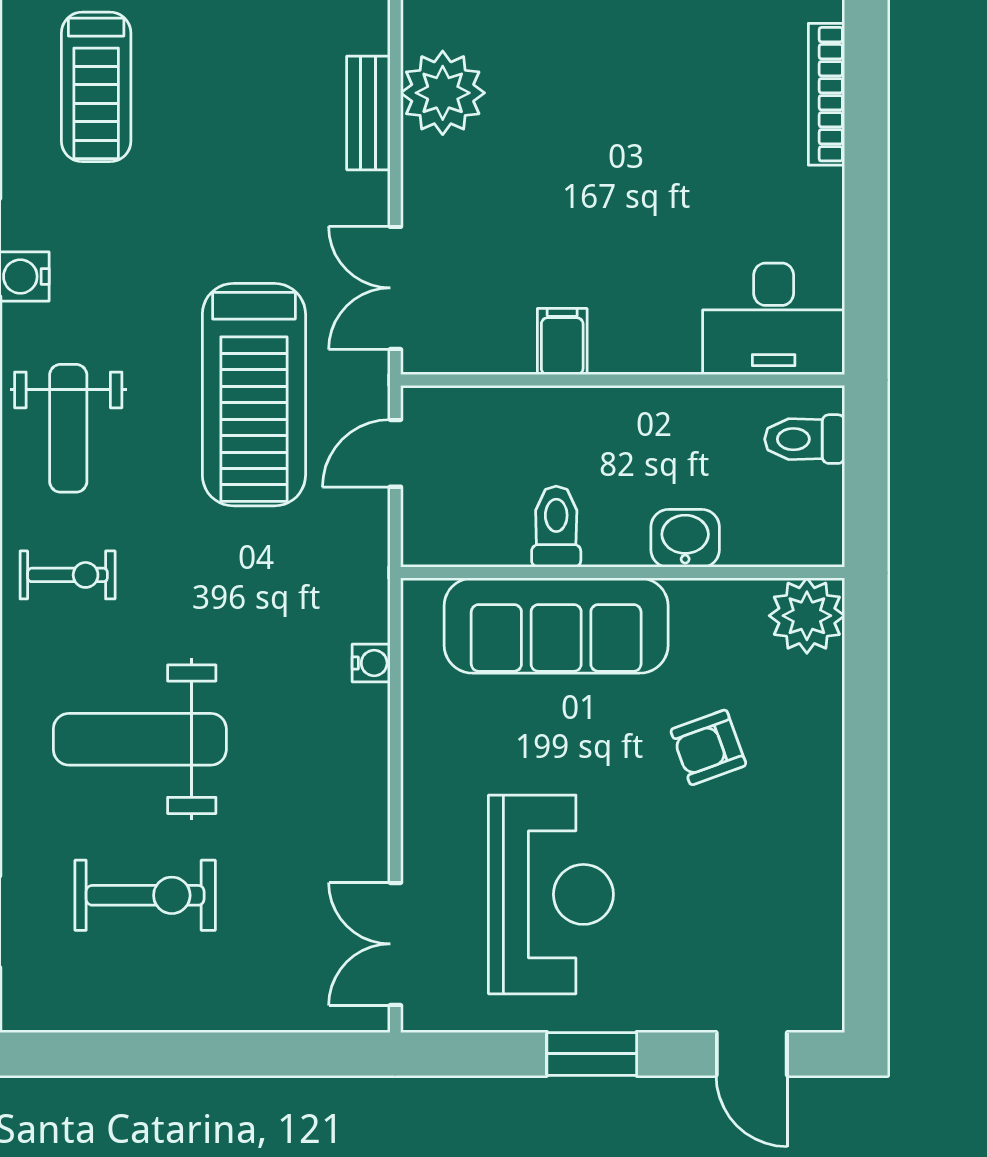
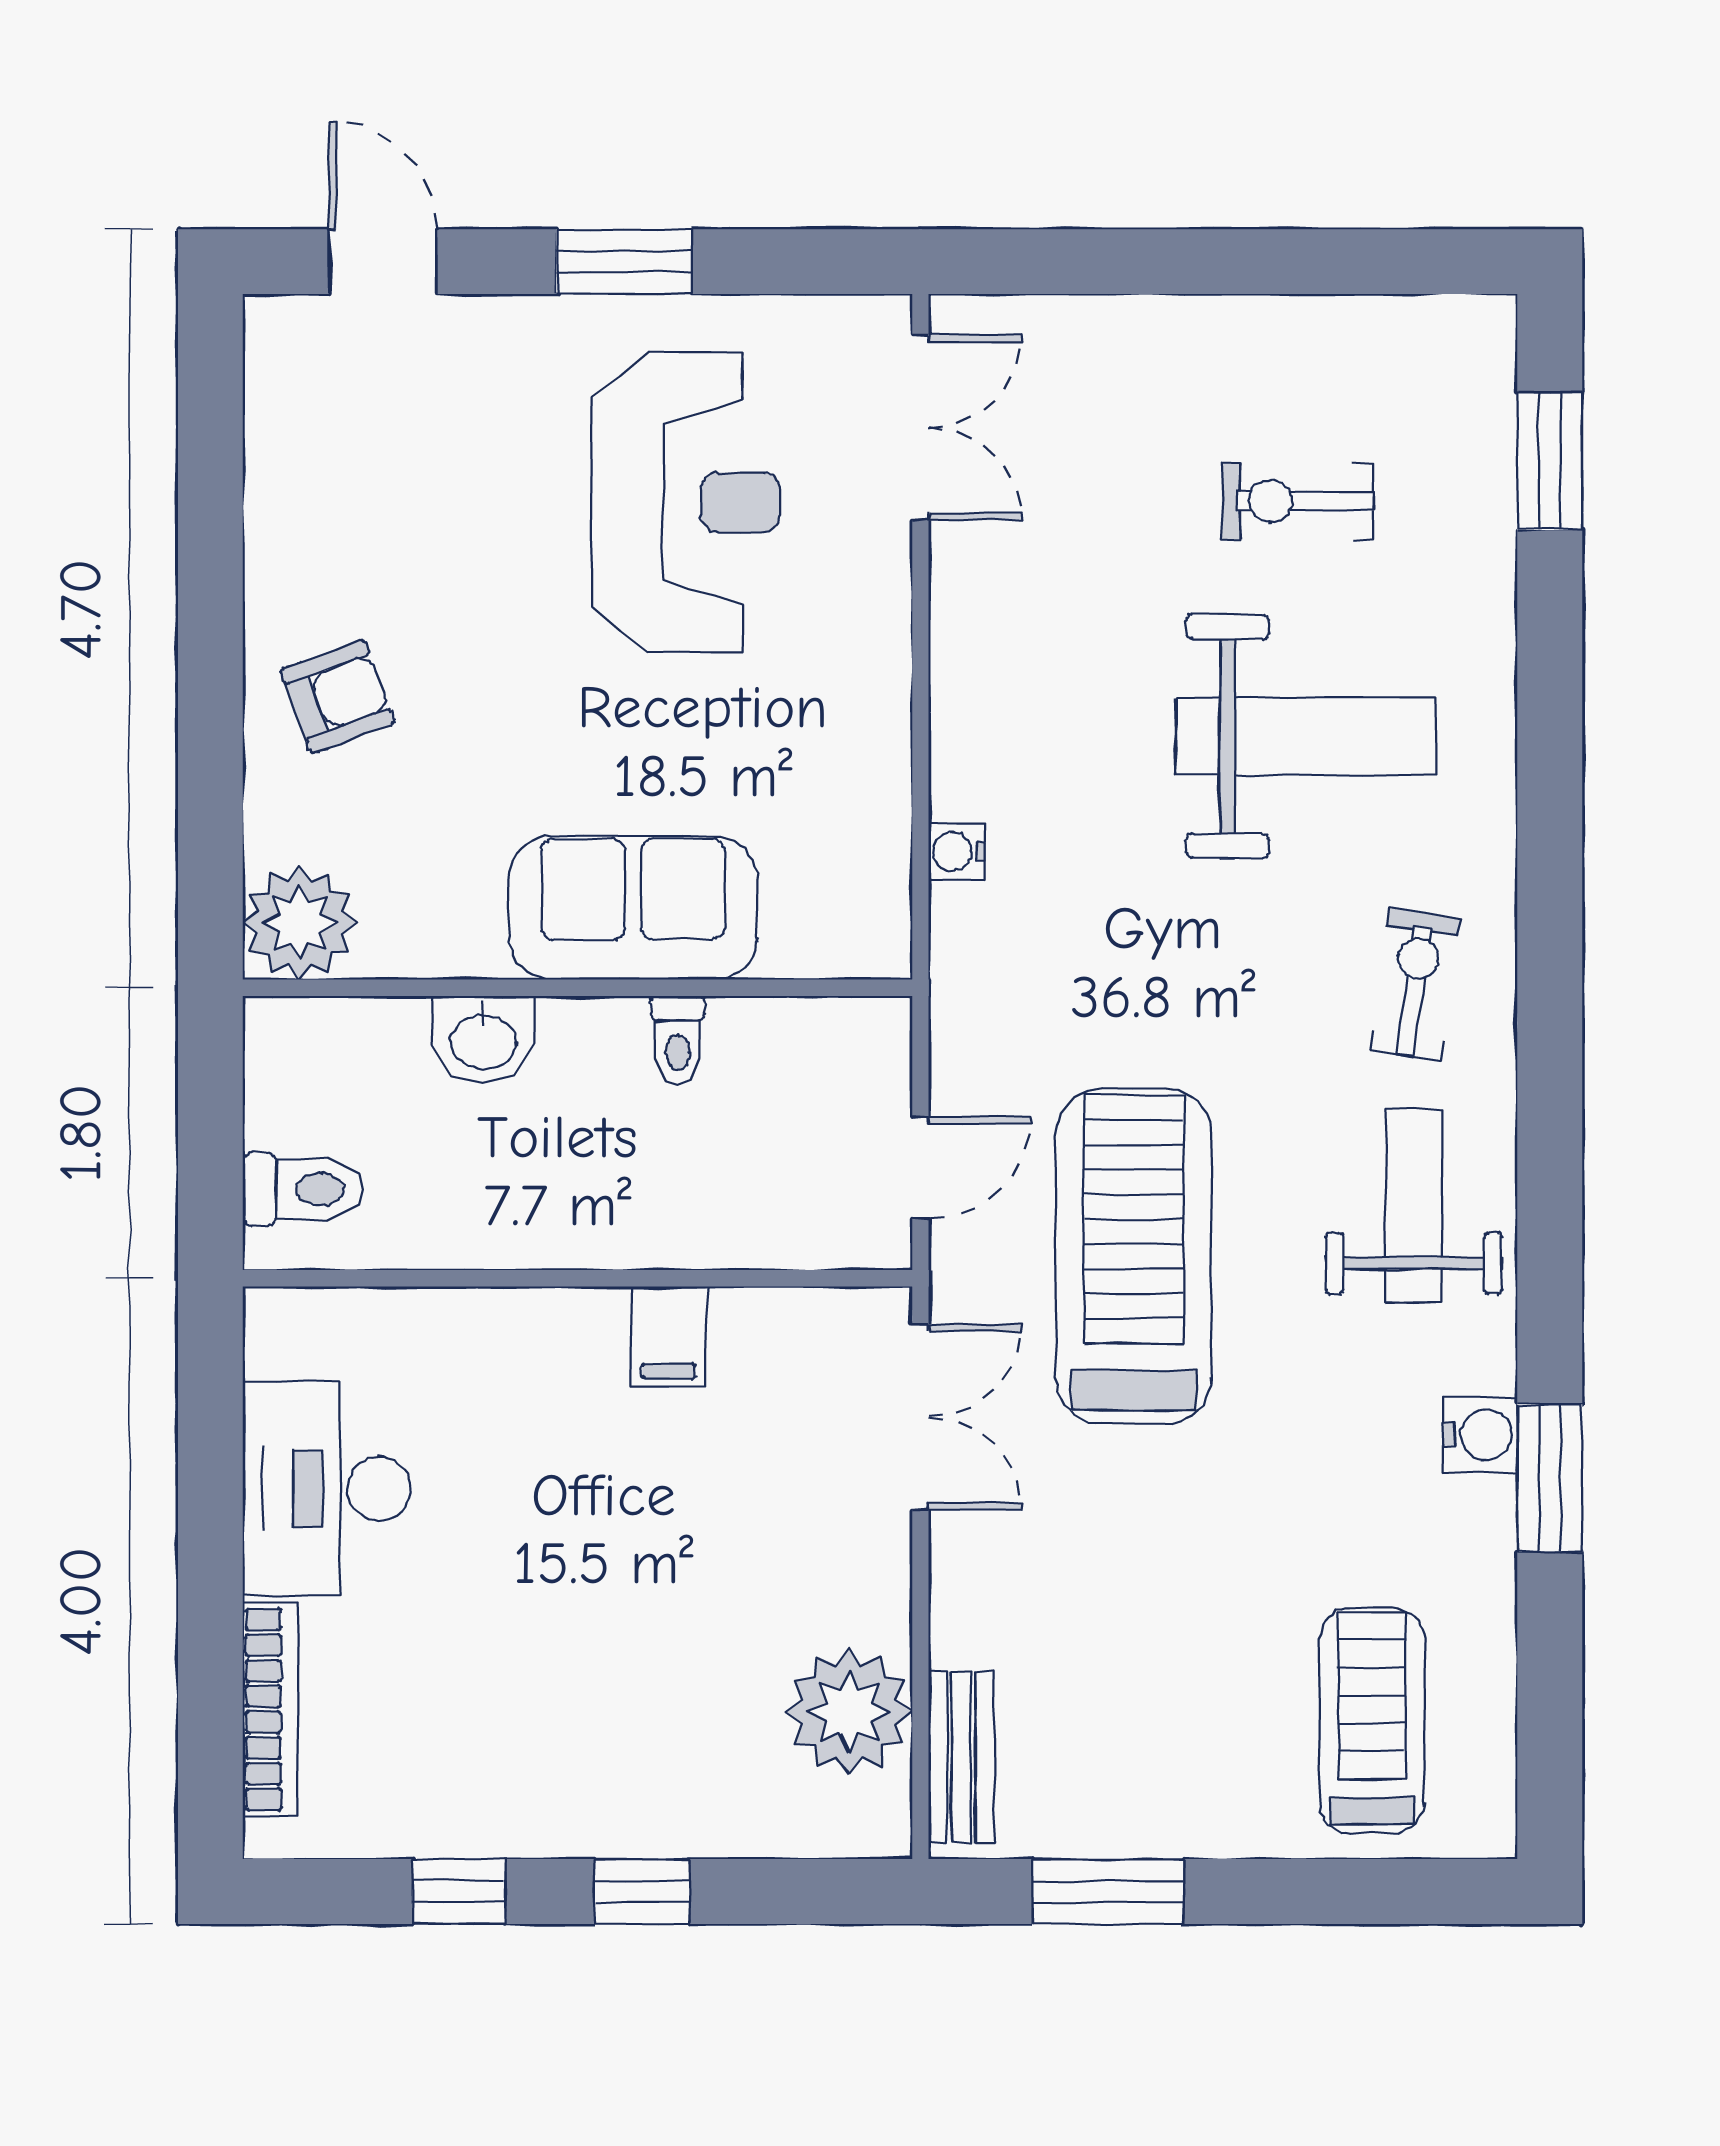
bench: (368, 113) -> (961, 1757), moved
desk: (774, 319) -> (327, 1489), moved, turned -90
toilet: (556, 527) -> (678, 1040), width x0.73, depth x0.72
exercise bike: (68, 575) -> (1415, 984), turned 98
sofa: (556, 626) -> (633, 908), width x0.73
armchair: (708, 747) -> (338, 697), moved
reception desk: (551, 894) -> (686, 502), turned 180
exercise bike: (145, 895) -> (1298, 501), width x0.73, depth x0.72

